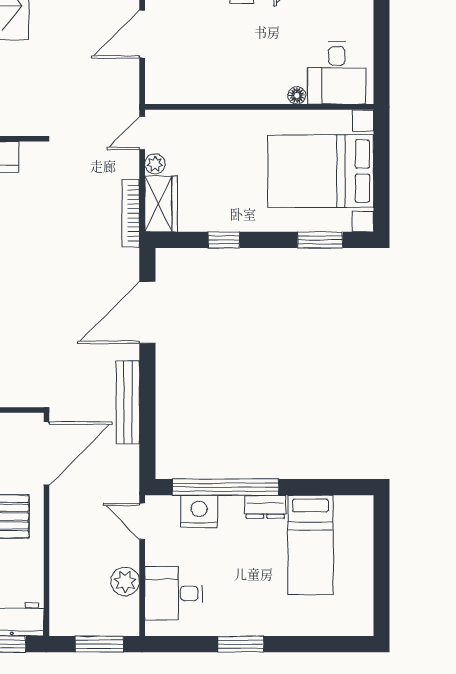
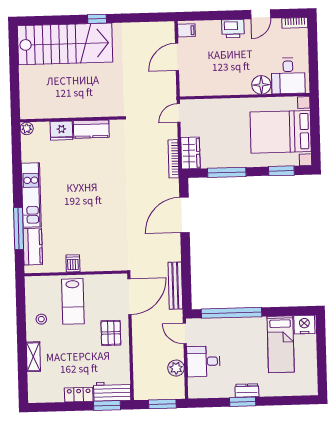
floor lamp: (297, 95) -> (261, 85), width x1.89, depth x1.89
plant: (155, 164) -> (186, 130), removed
window: (224, 240) -> (227, 172), width x2.17
bench: (128, 403) -> (175, 286), moved
dresser: (265, 507) -> (247, 390), moved, turned 180
nightstand: (199, 511) -> (304, 325), moved
desk: (174, 593) -> (203, 361), moved

